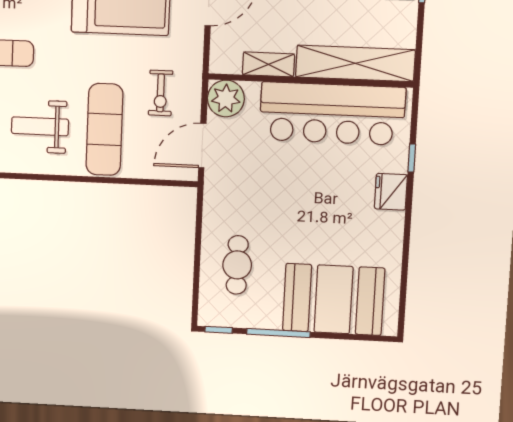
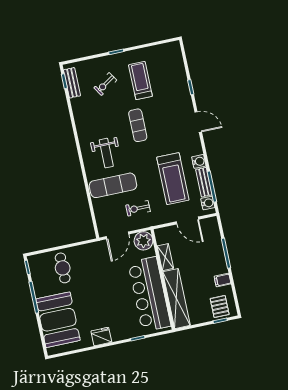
weight bench: (40, 126) -> (106, 153), turned 180
door: (202, 146) -> (117, 235), swing flipped
fridge: (391, 192) -> (101, 337), moved
cafe table: (237, 265) -> (63, 268), turned 90

